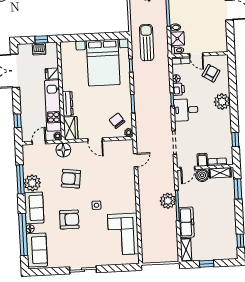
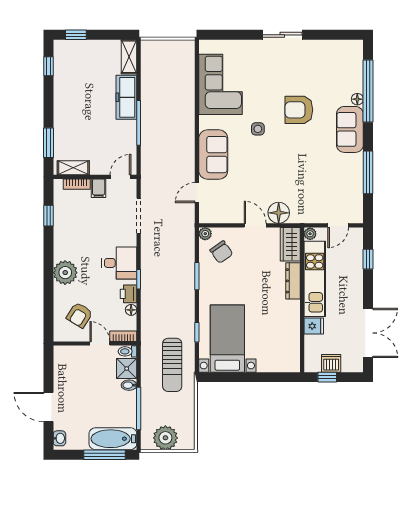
bed with nightstands: (103, 63) -> (227, 339), width x0.73
floor lamp: (63, 150) -> (279, 213), moved
boiler: (202, 175) -> (100, 165), removed
armchair: (71, 179) -> (293, 170), removed
plant: (32, 183) -> (351, 166), removed
plant: (168, 201) -> (152, 130), removed
sofa: (37, 250) -> (213, 155), moved, turned 180
window: (207, 264) -> (76, 35), moved

